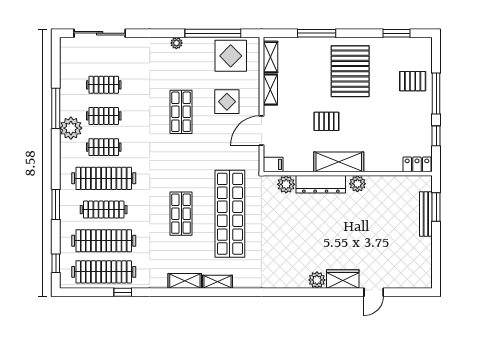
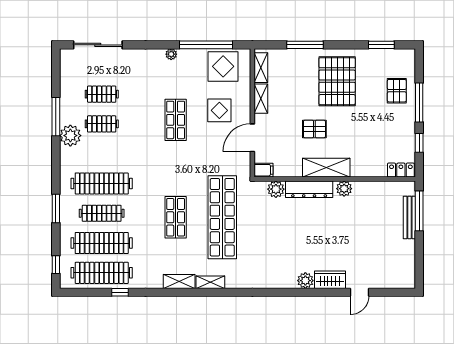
pallet: (413, 81) -> (397, 91), turned 90
clothes rail: (104, 147) -> (102, 154), removed
window: (436, 207) -> (419, 211), width x1.44

